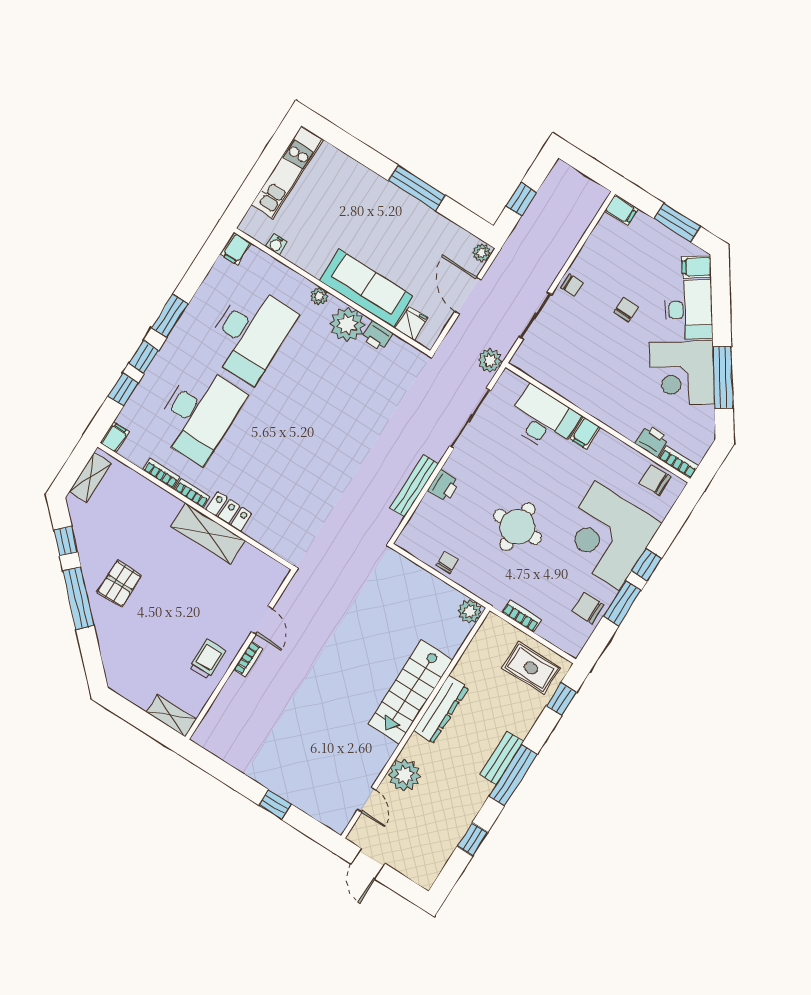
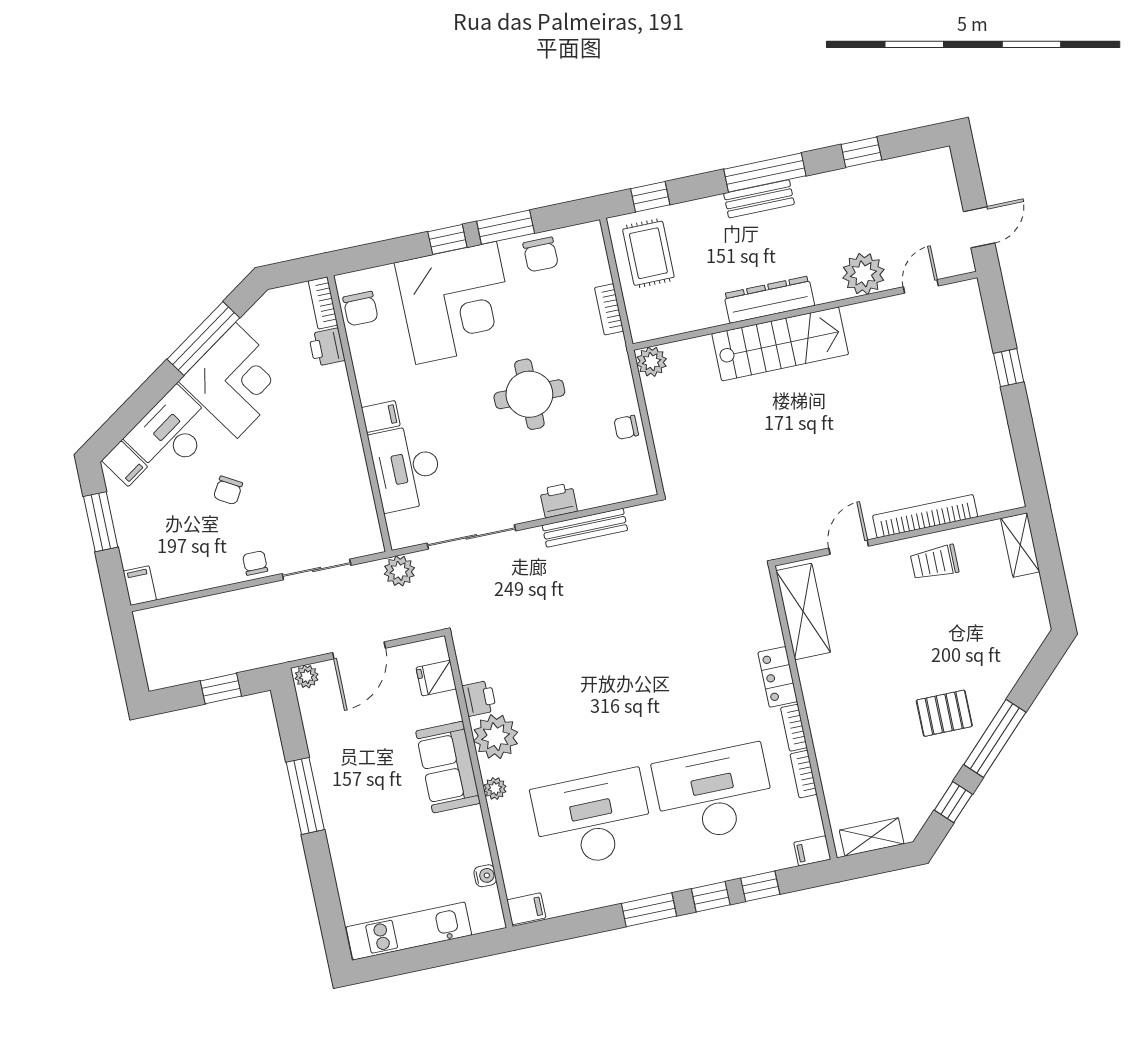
sofa: (366, 288) -> (448, 767), width x0.73
chair: (626, 309) -> (228, 490), turned -60
shelving: (208, 533) -> (803, 612), moved
bookcase: (248, 659) -> (925, 516), width x2.31, depth x1.31

